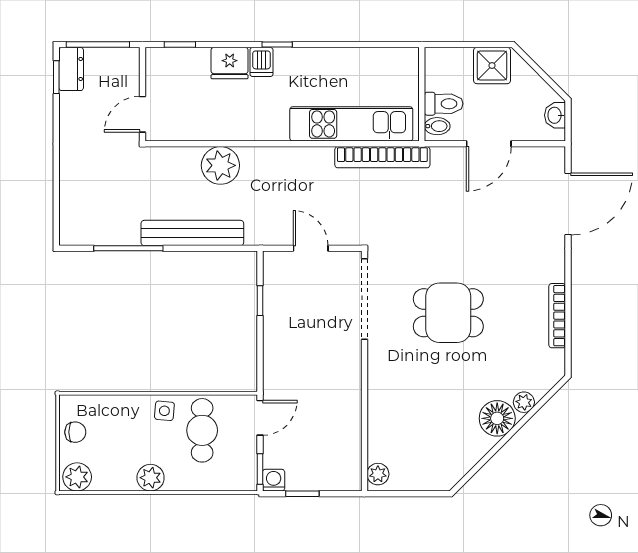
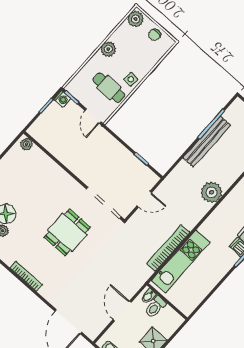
bookcase: (382, 157) -> (168, 248), moved
bench: (192, 233) -> (207, 142), moved

